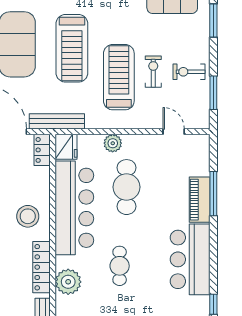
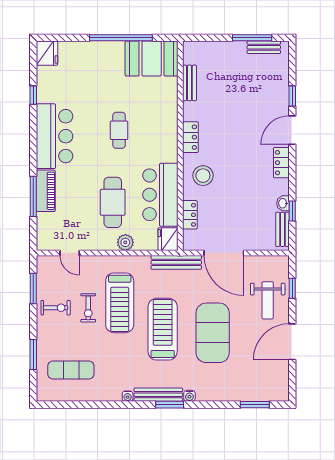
locker: (42, 150) -> (190, 215), moved
bar counter: (74, 208) -> (160, 195), width x0.73
locker: (41, 267) -> (190, 137), width x0.66
plant: (68, 282) -> (166, 116), removed

